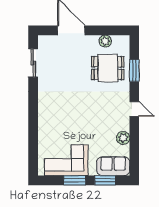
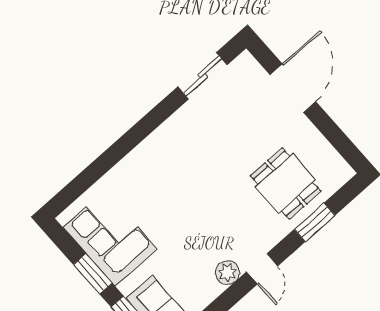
plant: (105, 41) -> (319, 147), removed
plant: (123, 138) -> (227, 272), moved

